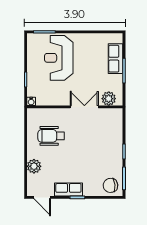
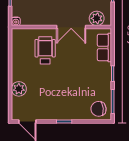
double door: (84, 107) -> (71, 27), swing flipped
wheelchair: (51, 136) -> (45, 50), moved, turned 90
row of seats: (68, 189) -> (104, 47), moved, turned -90

